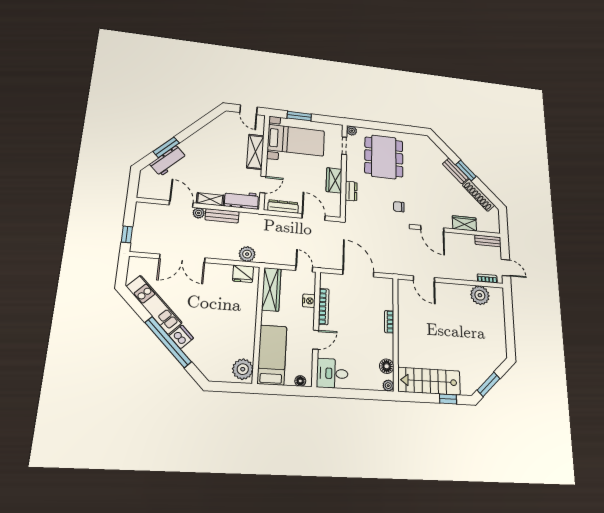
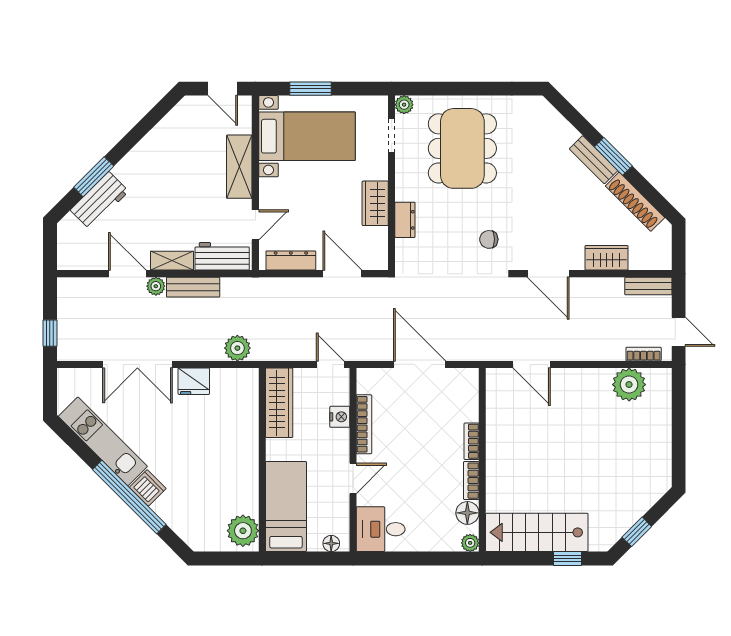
fridge: (243, 274) -> (194, 381), moved
bookcase: (389, 346) -> (471, 481), added
window: (488, 384) -> (637, 532), width x0.67

